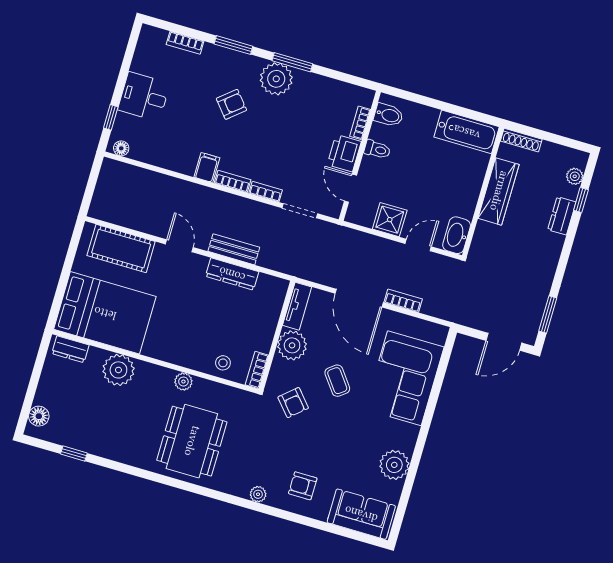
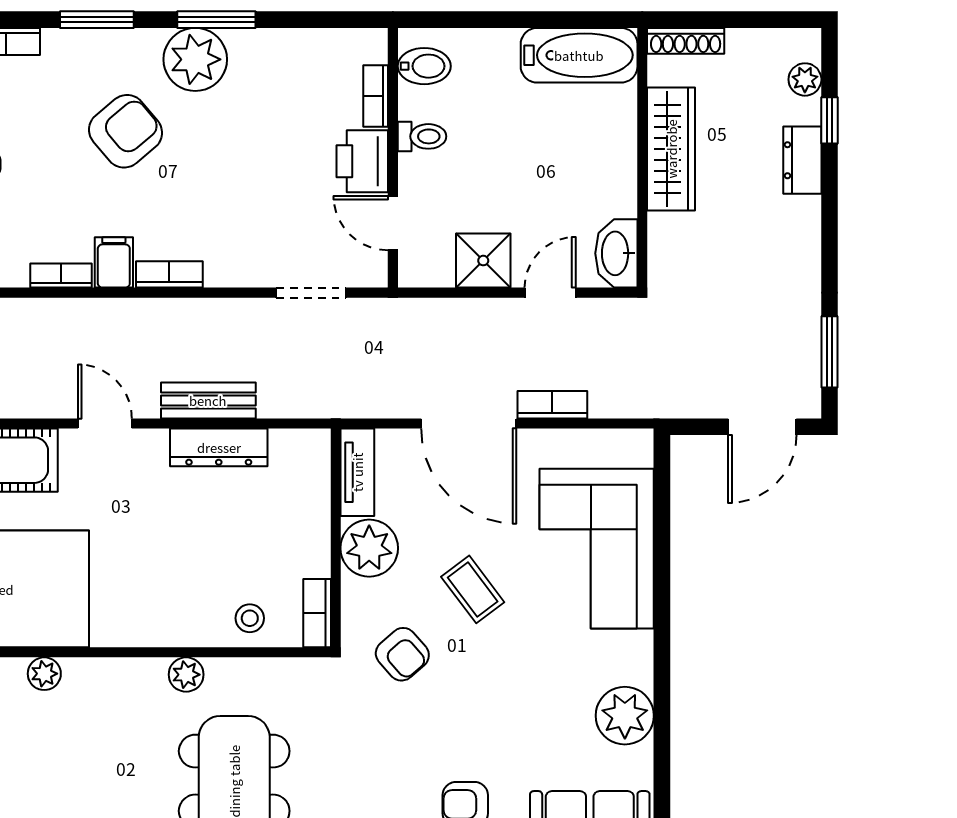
armchair: (231, 104) -> (126, 131), width x1.38, depth x1.38
bookcase: (266, 192) -> (61, 276), moved
plant: (118, 370) -> (44, 674), width x0.53, depth x0.53

